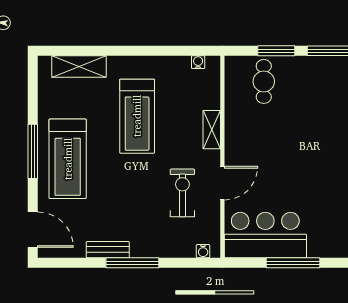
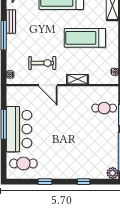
bar counter: (265, 235) -> (19, 129), moved

